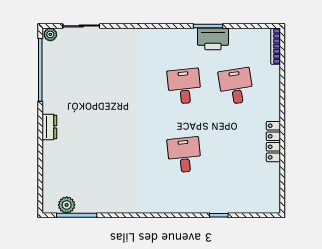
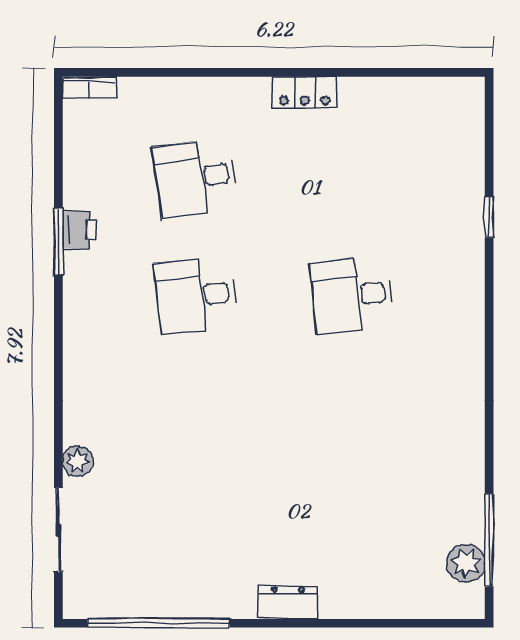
plant: (50, 34) -> (78, 461), moved
printer: (213, 39) -> (79, 230), width x0.53, depth x0.68
bookcase: (276, 46) -> (89, 87), width x0.64
locker: (273, 142) -> (305, 92), width x0.66

